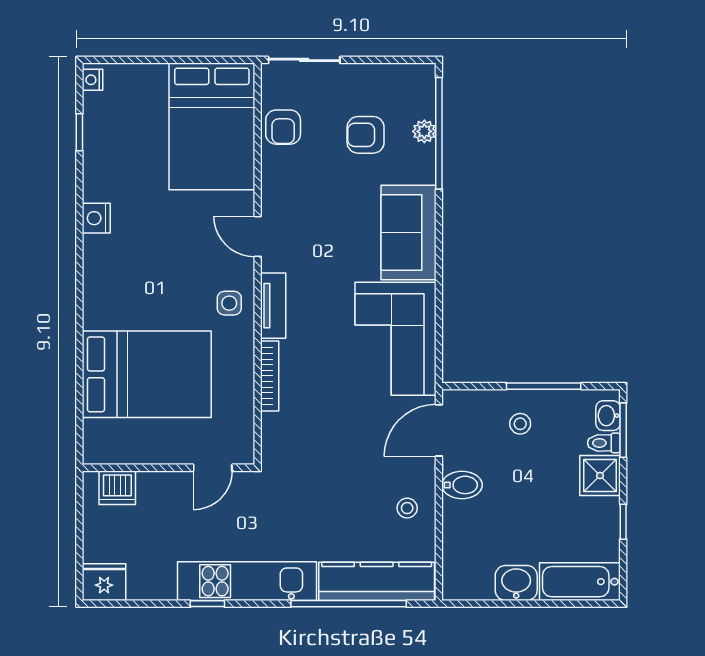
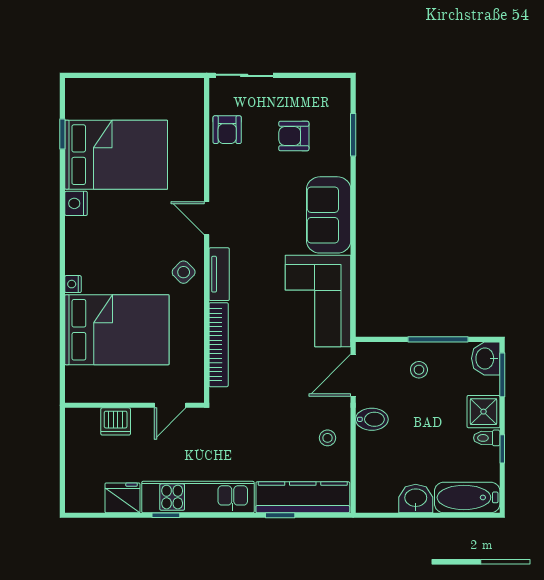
nightstand: (93, 80) -> (73, 284), moved
bed: (212, 126) -> (116, 155), moved, turned -90
plant: (424, 131) -> (341, 133), removed
window: (439, 133) -> (353, 135), width x0.47
side table: (229, 303) -> (184, 272), turned 45
bookcase: (270, 376) -> (219, 345), width x1.48, depth x1.31
washbasin: (608, 416) -> (486, 358), width x1.38, depth x1.45
toilet: (604, 443) -> (487, 438), moved
dishwasher: (117, 488) -> (116, 421), moved
fridge: (104, 582) -> (122, 498), moved
window: (349, 604) -> (280, 515), width x0.32

